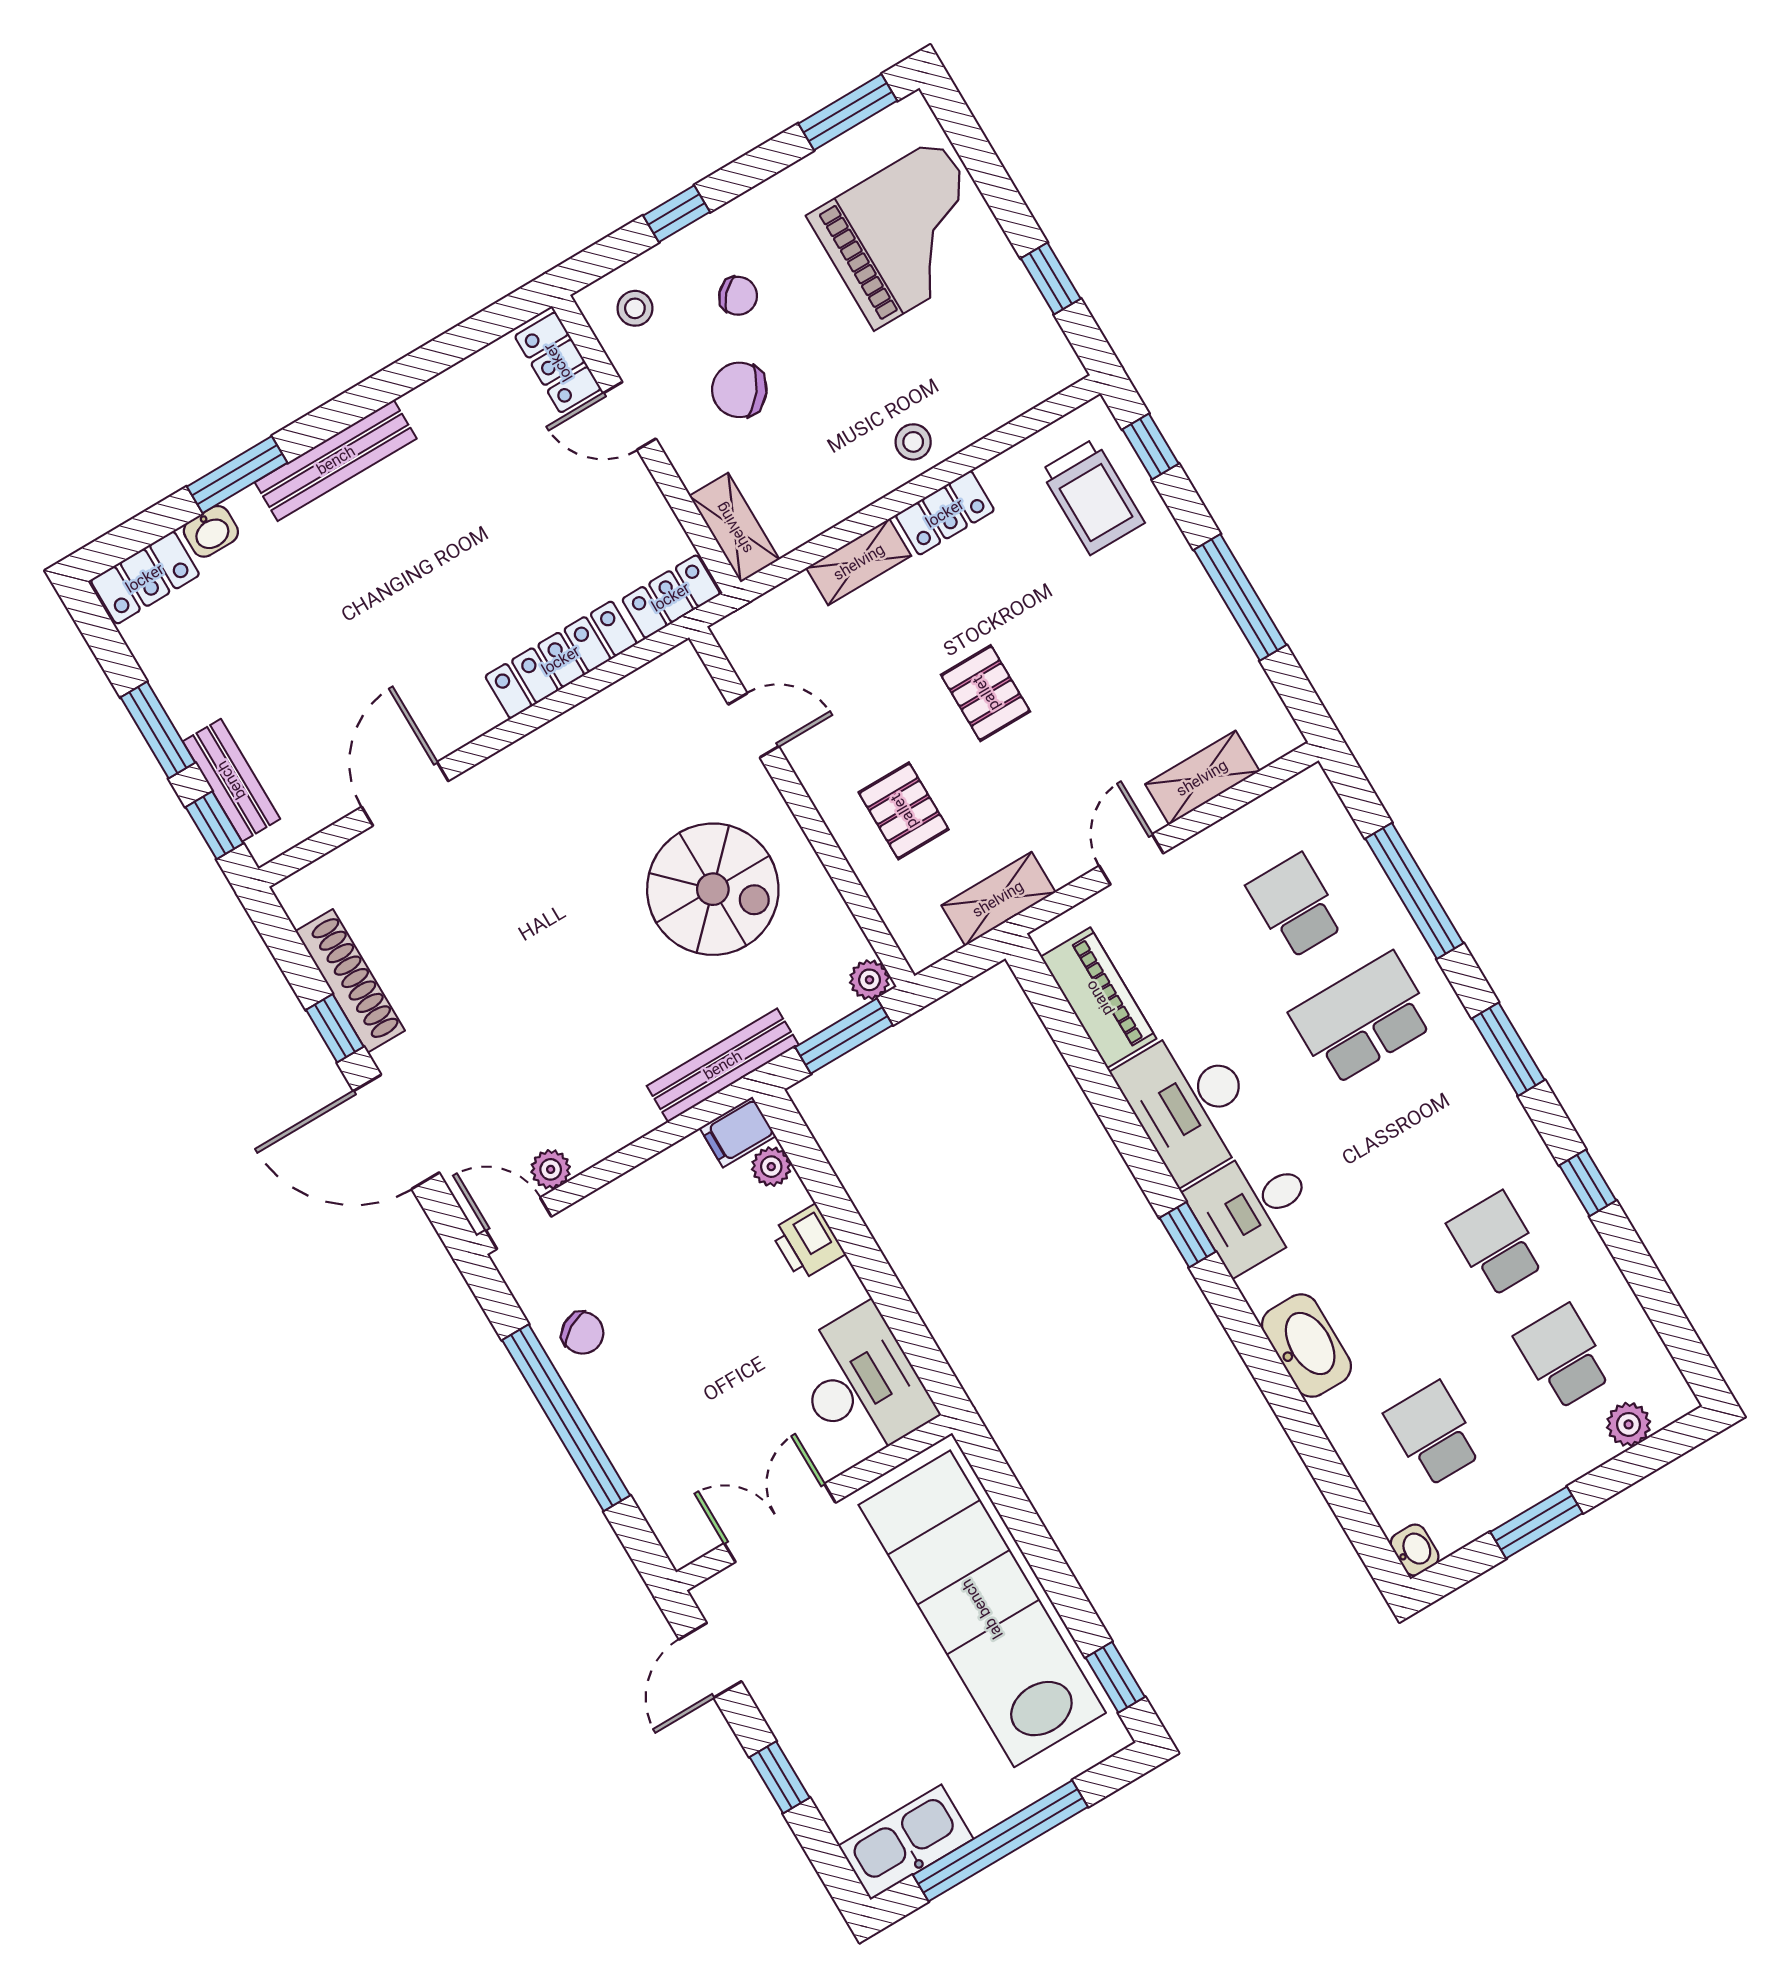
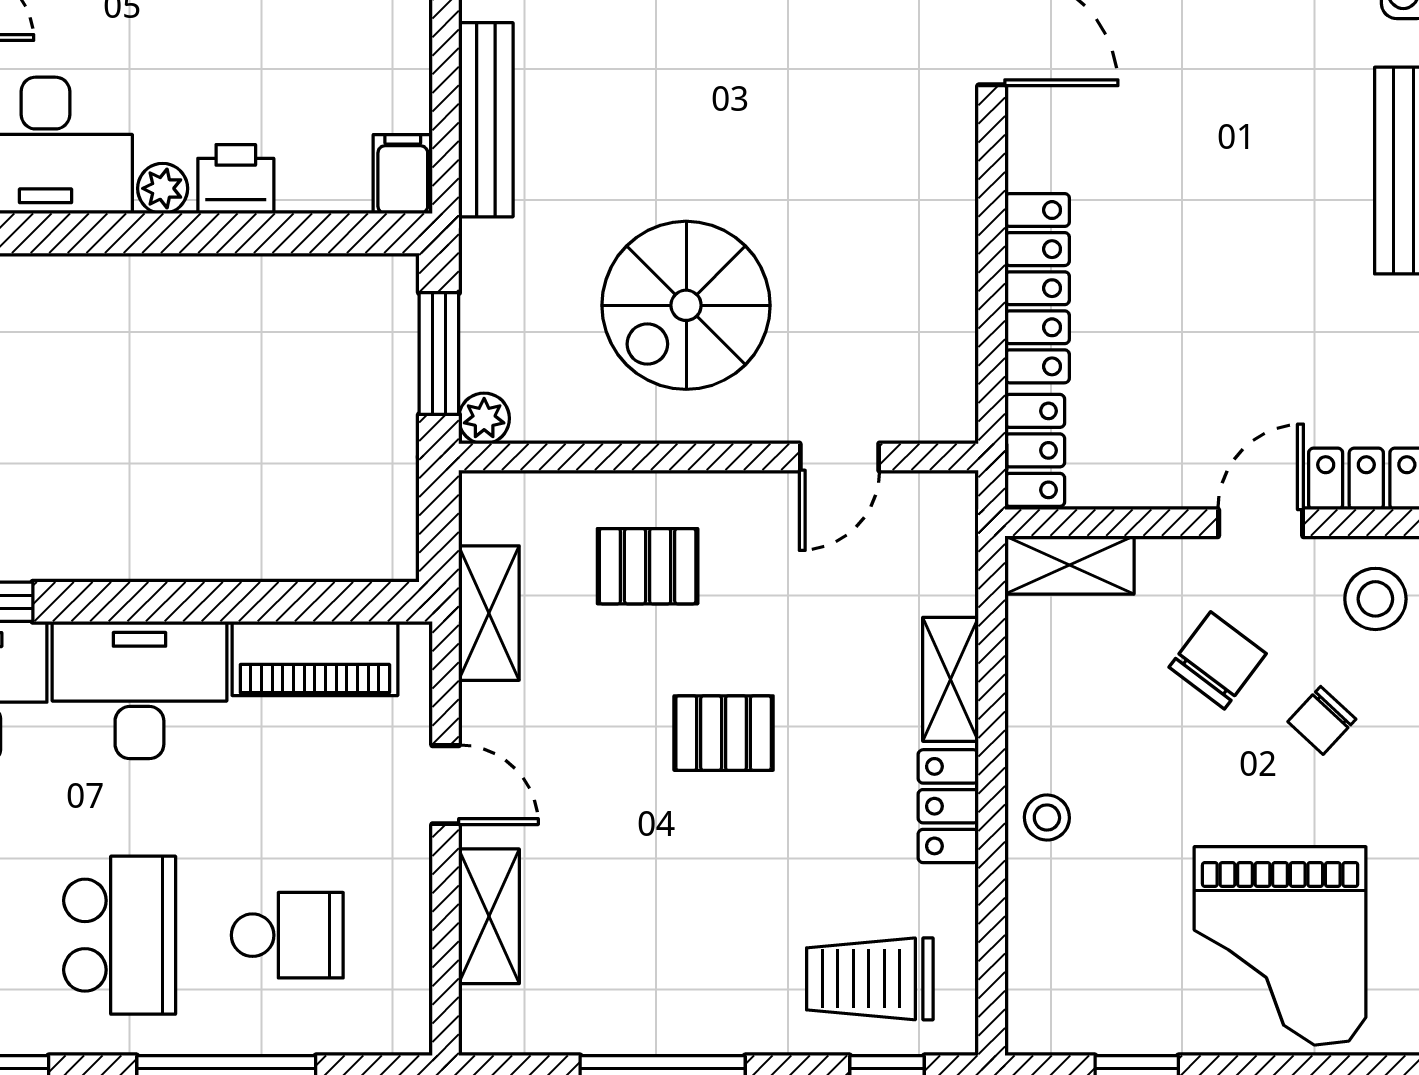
stool: (635, 308) -> (1375, 599), width x1.37, depth x1.37
bench: (723, 1065) -> (486, 120), moved
plant: (771, 1167) -> (163, 188), moved

